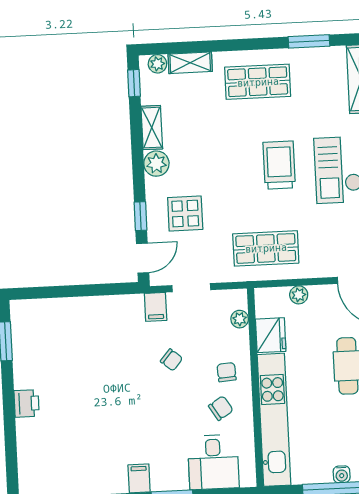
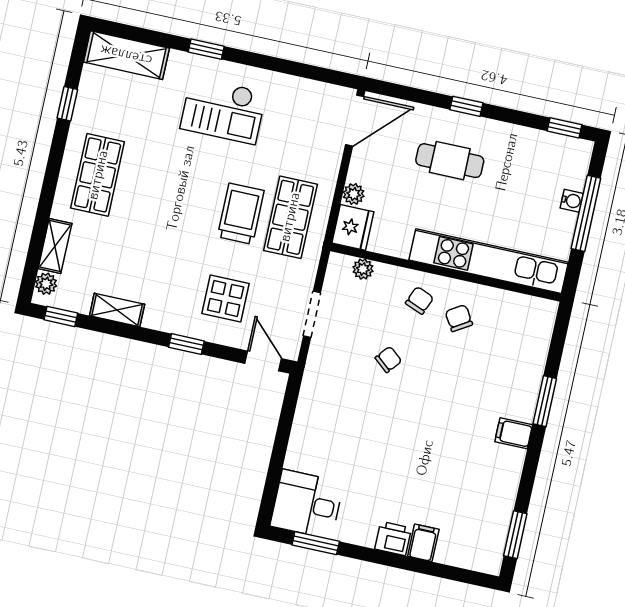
window: (309, 41) -> (67, 104), width x0.67
plant: (156, 164) -> (160, 316), removed
trolley: (279, 165) -> (241, 214), moved, turned 90
window: (141, 216) -> (186, 344), moved
filing cabinet: (156, 307) -> (423, 543), moved, turned -90
fridge: (271, 335) -> (353, 227), moved, turned 90
chair: (227, 372) -> (419, 300), turned 116
desk: (213, 462) -> (307, 504), moved, turned 180

